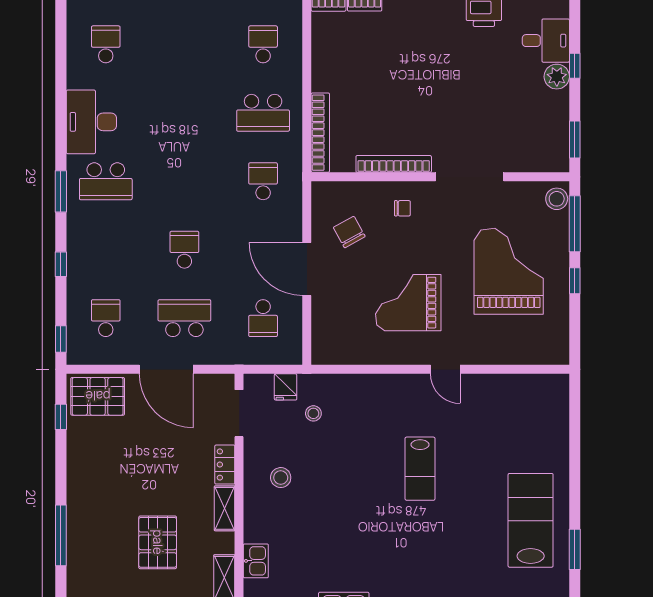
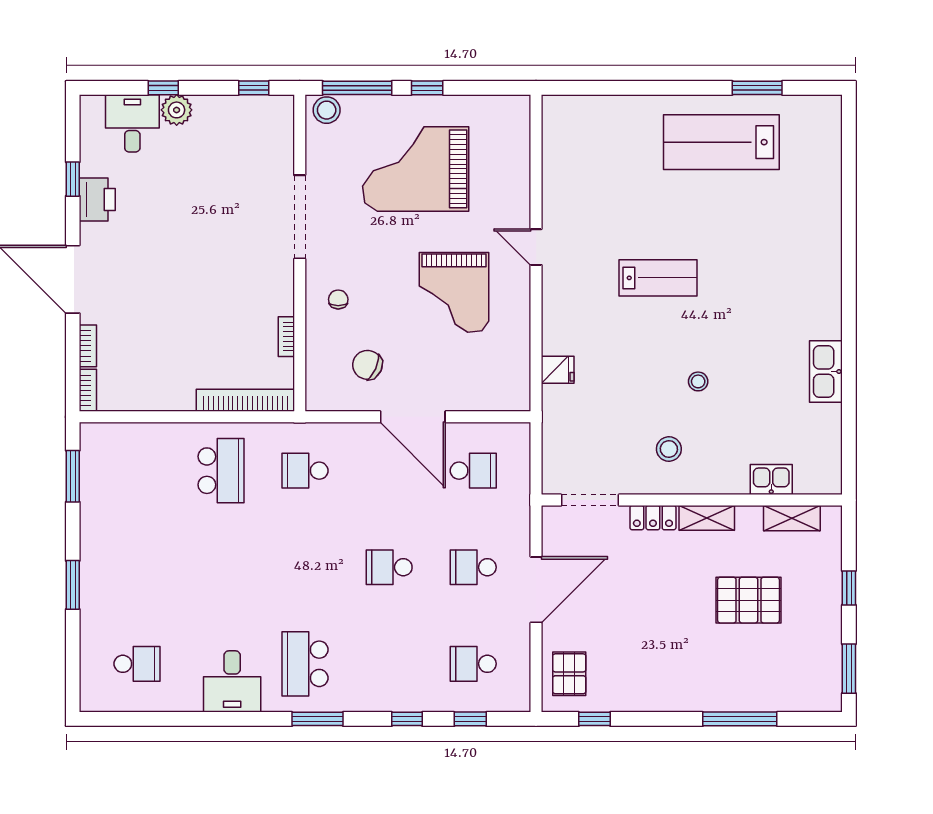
school desk: (106, 44) -> (137, 664), turned 180
school desk: (263, 44) -> (137, 471), removed
desk: (91, 122) -> (232, 681), width x0.73
window: (575, 139) -> (254, 88), width x0.67
bookcase: (394, 164) -> (286, 337), width x0.43, depth x0.76
school desk: (106, 181) -> (305, 664), turned 180
chair: (349, 232) -> (367, 365), turned 53
door: (307, 269) -> (413, 417), hinge flipped
school desk: (184, 318) -> (473, 567), width x0.54
window: (61, 339) -> (470, 719), moved
door: (445, 369) -> (536, 247), swing flipped
fridge: (286, 387) -> (558, 370), moved
pallet: (98, 396) -> (569, 674), width x0.67, depth x0.71
stool: (313, 413) -> (698, 381), moved

